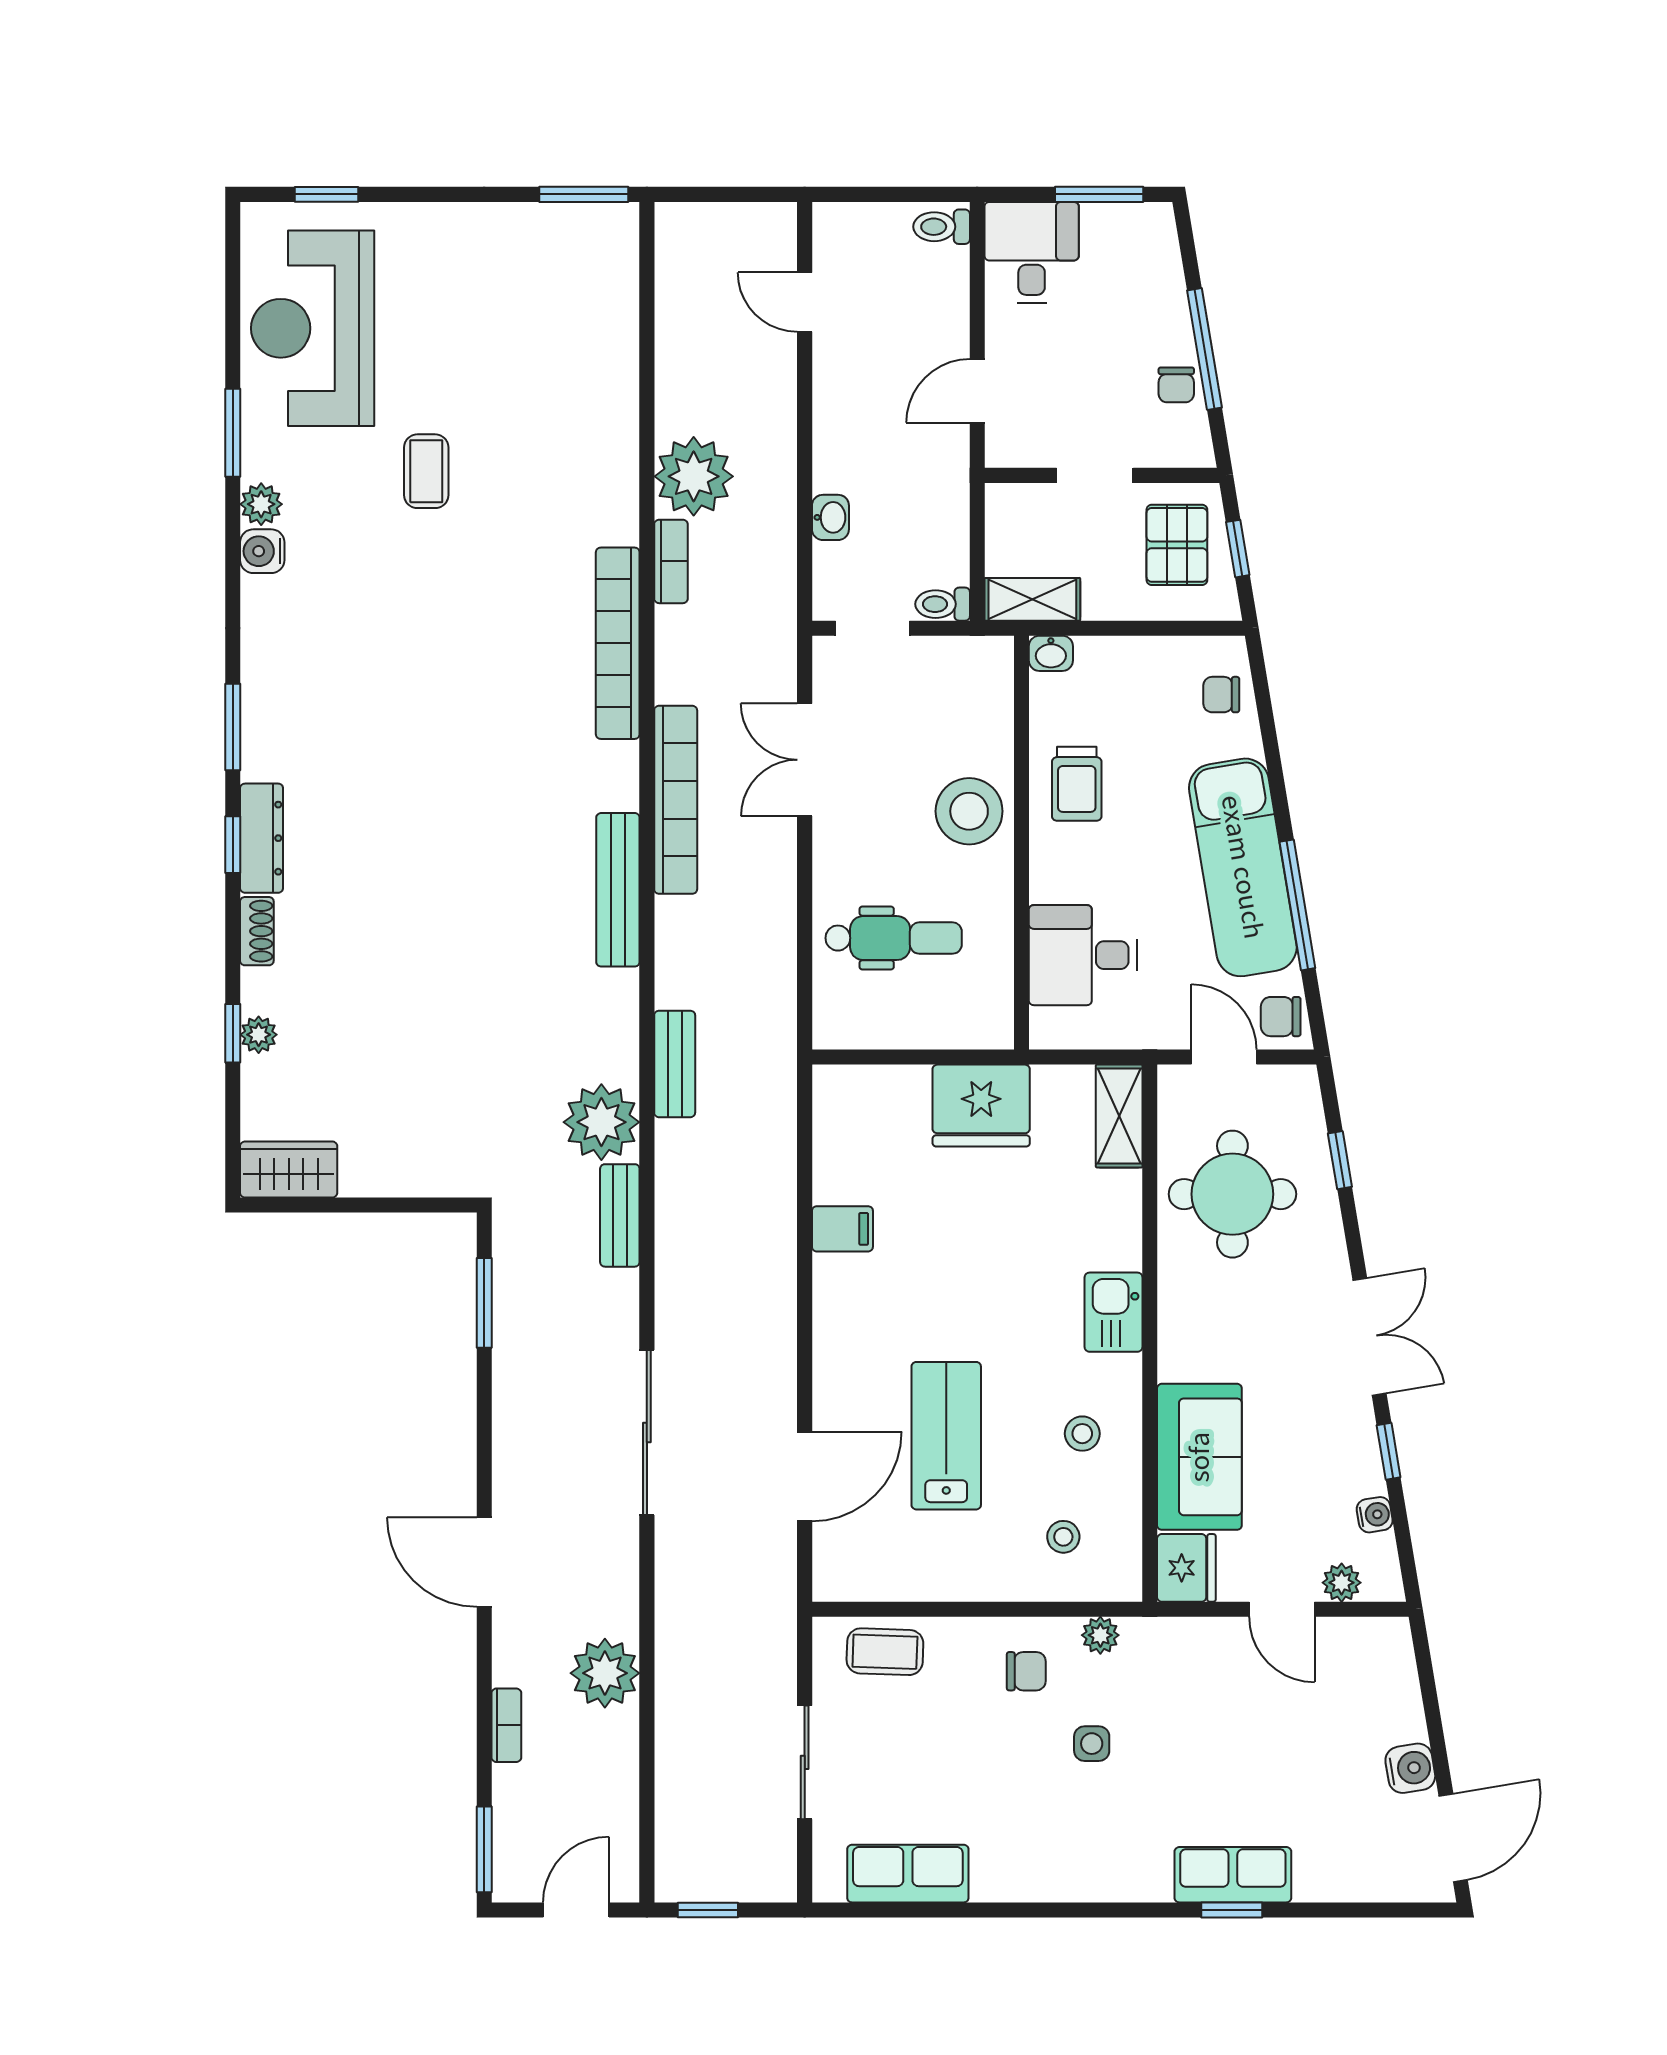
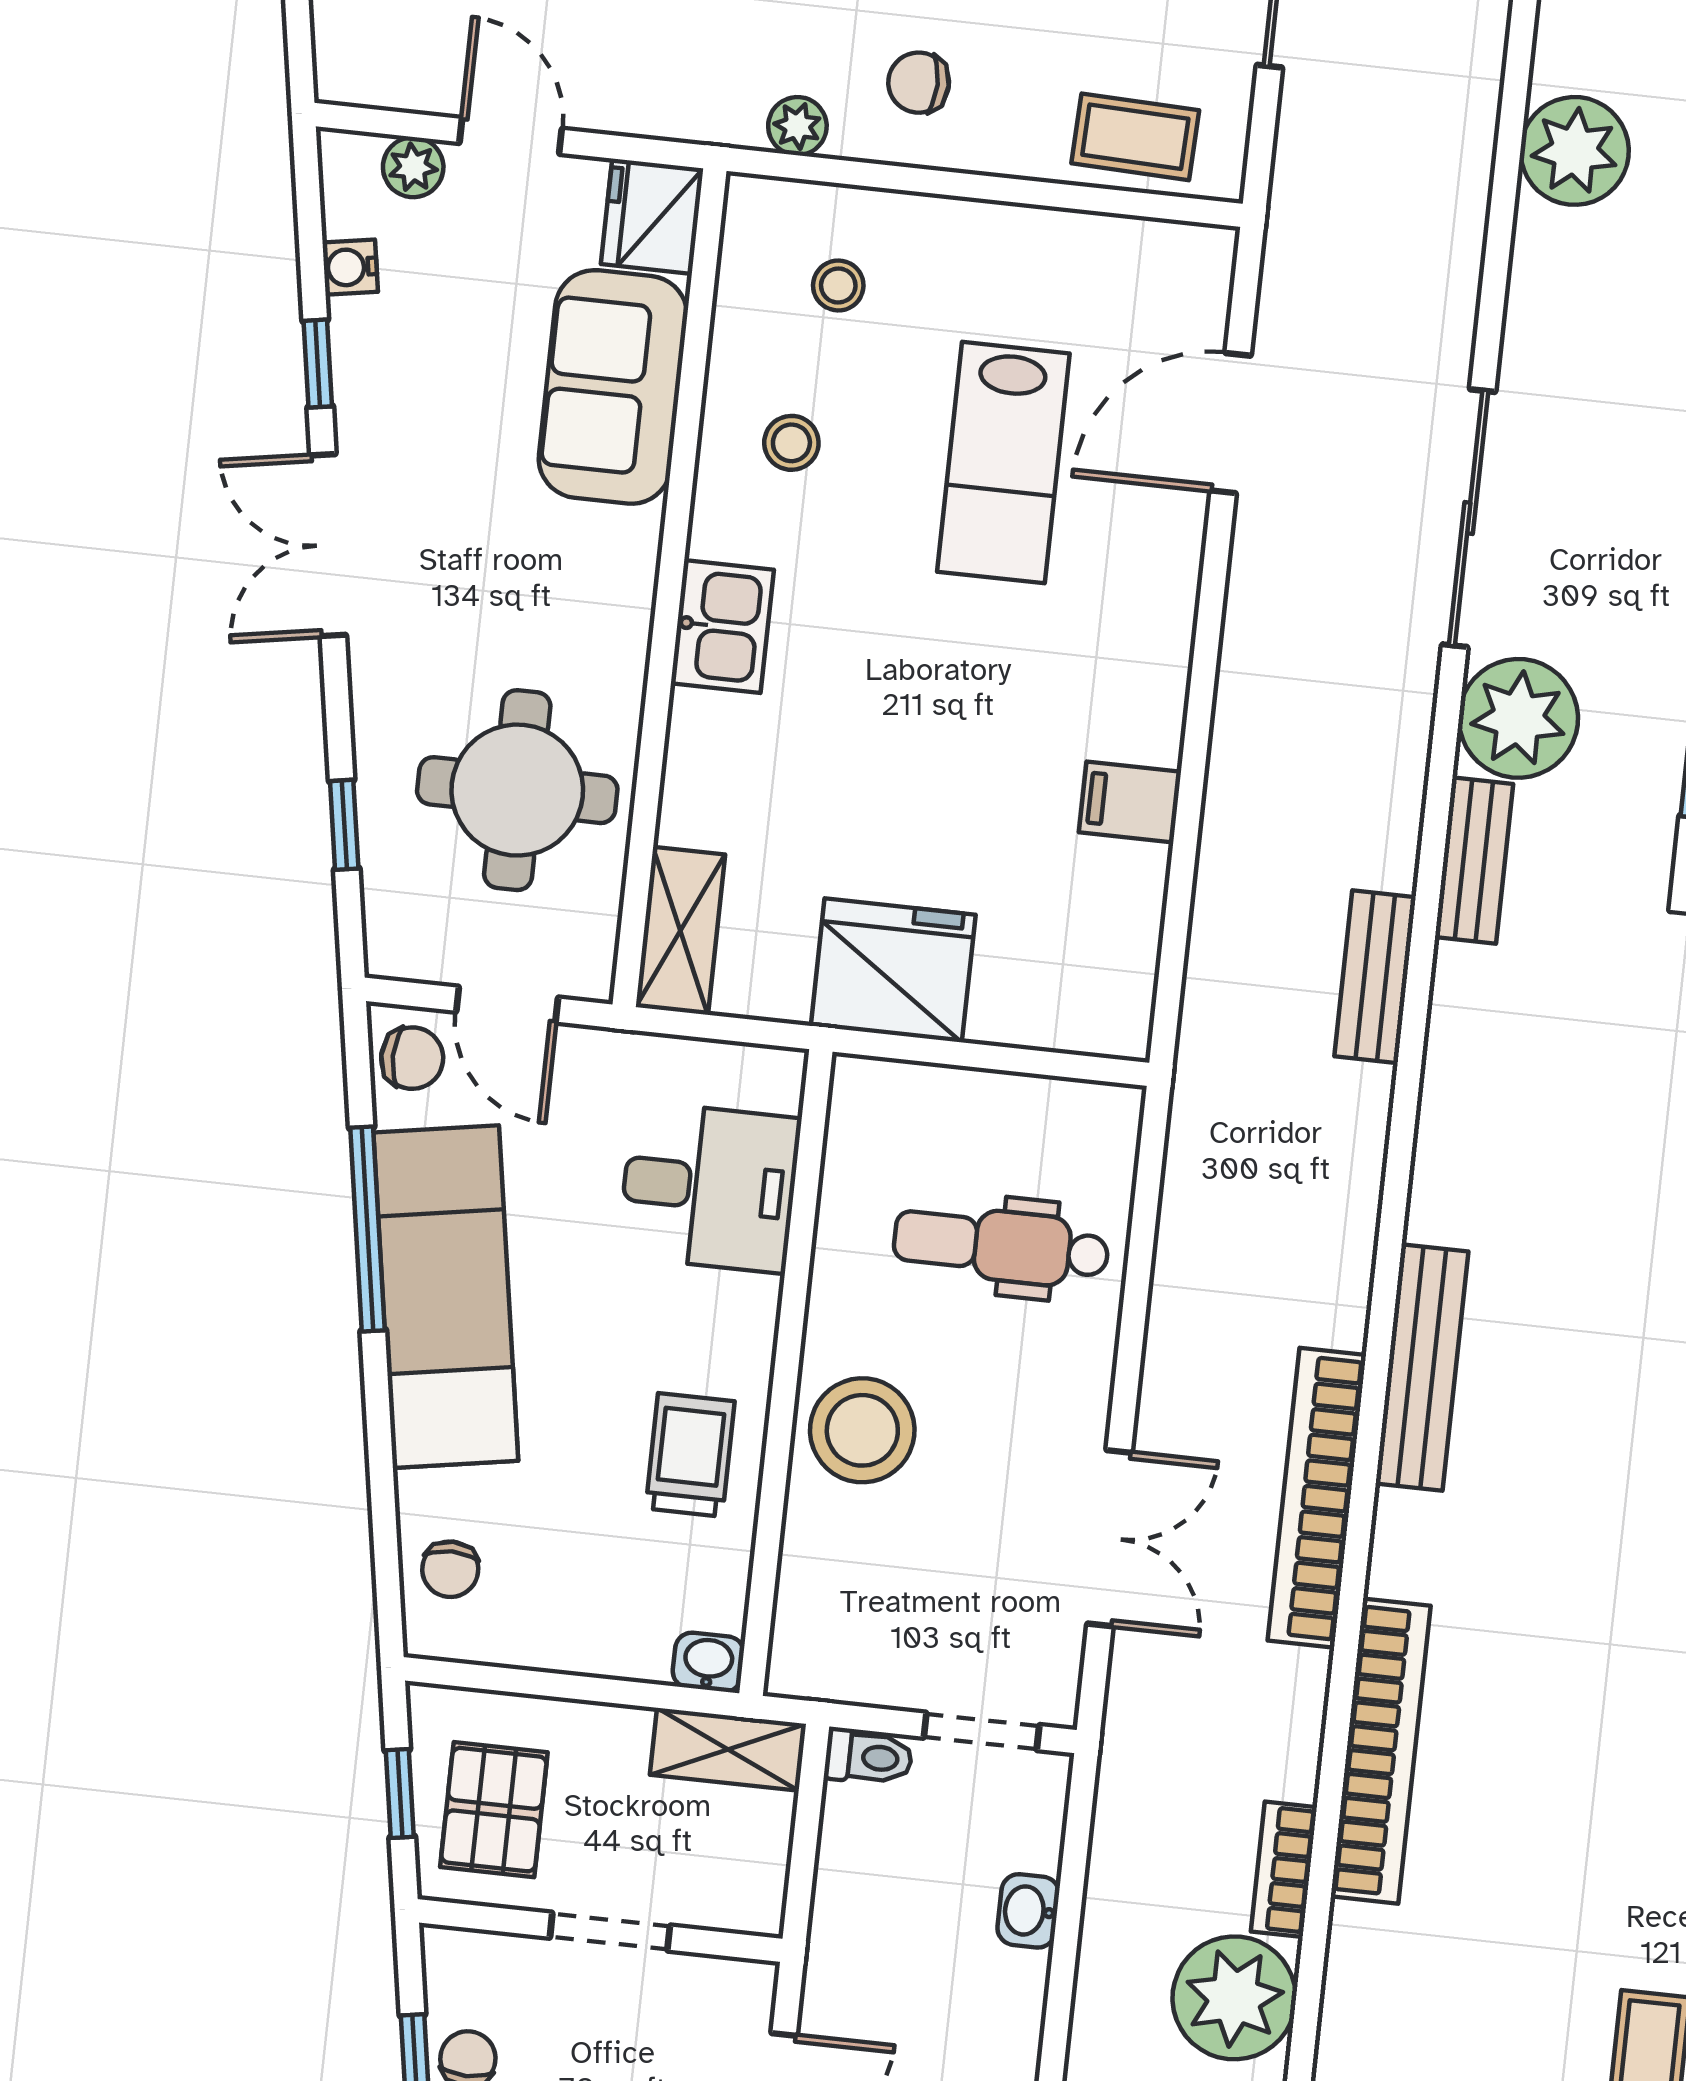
chair: (1221, 695) -> (450, 1569), turned 90
bench: (675, 1064) -> (1375, 977), moved
plant: (601, 1122) -> (1518, 718), moved

